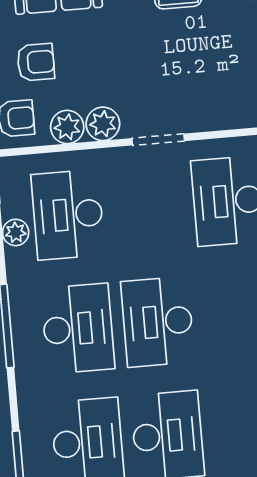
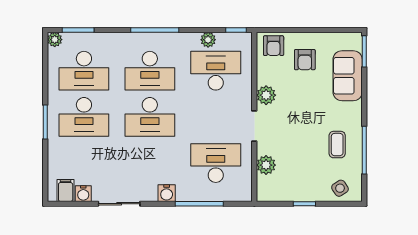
plant: (67, 127) -> (266, 165), moved
desk: (158, 322) -> (150, 117), turned 180

